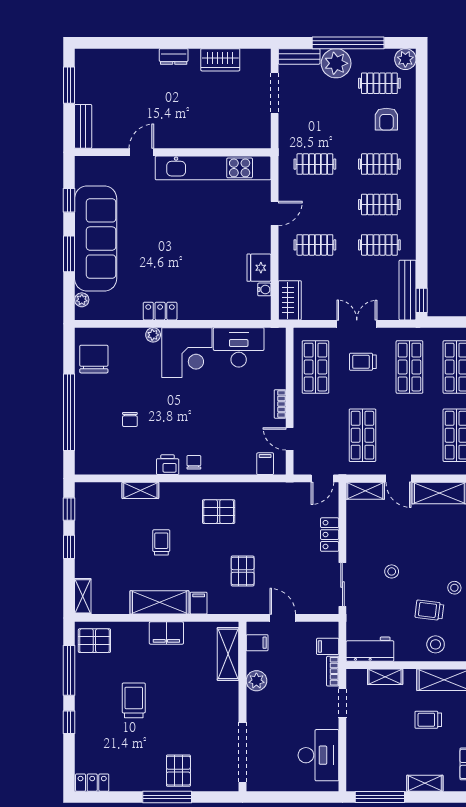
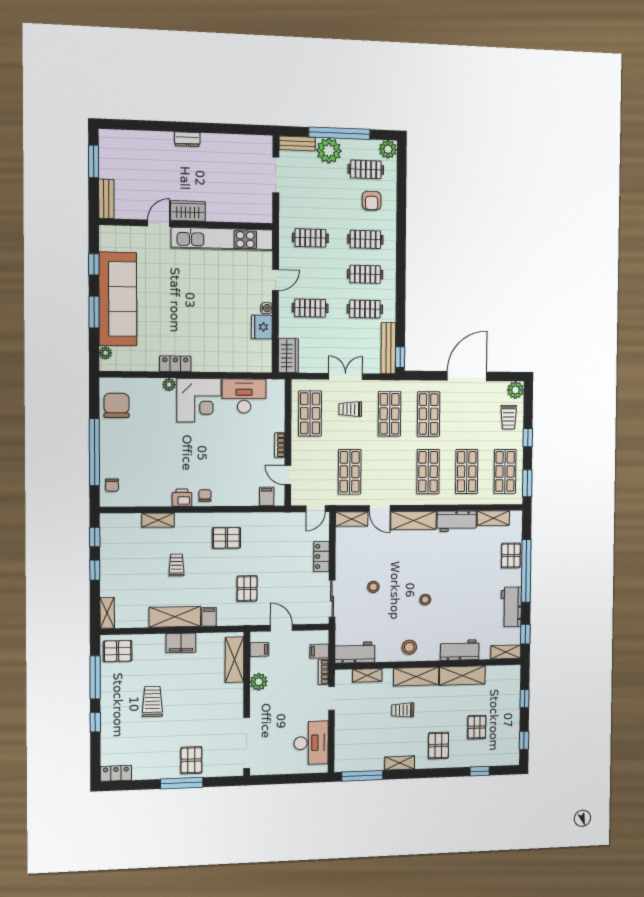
wardrobe: (220, 60) -> (188, 211), moved, turned 180
water cooler: (264, 289) -> (267, 308), moved
chair: (130, 419) -> (112, 485), moved
trolley: (429, 610) -> (404, 619), removed

